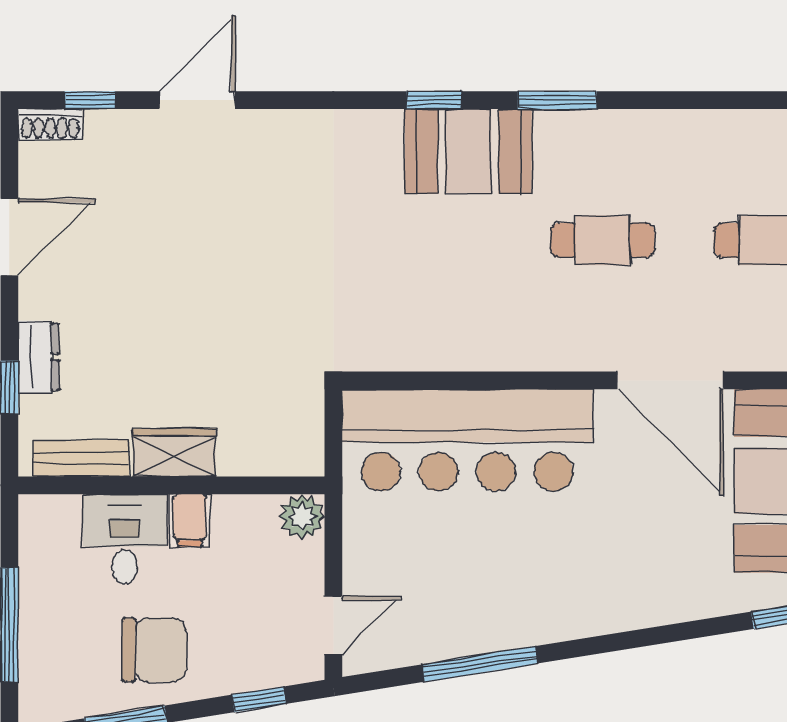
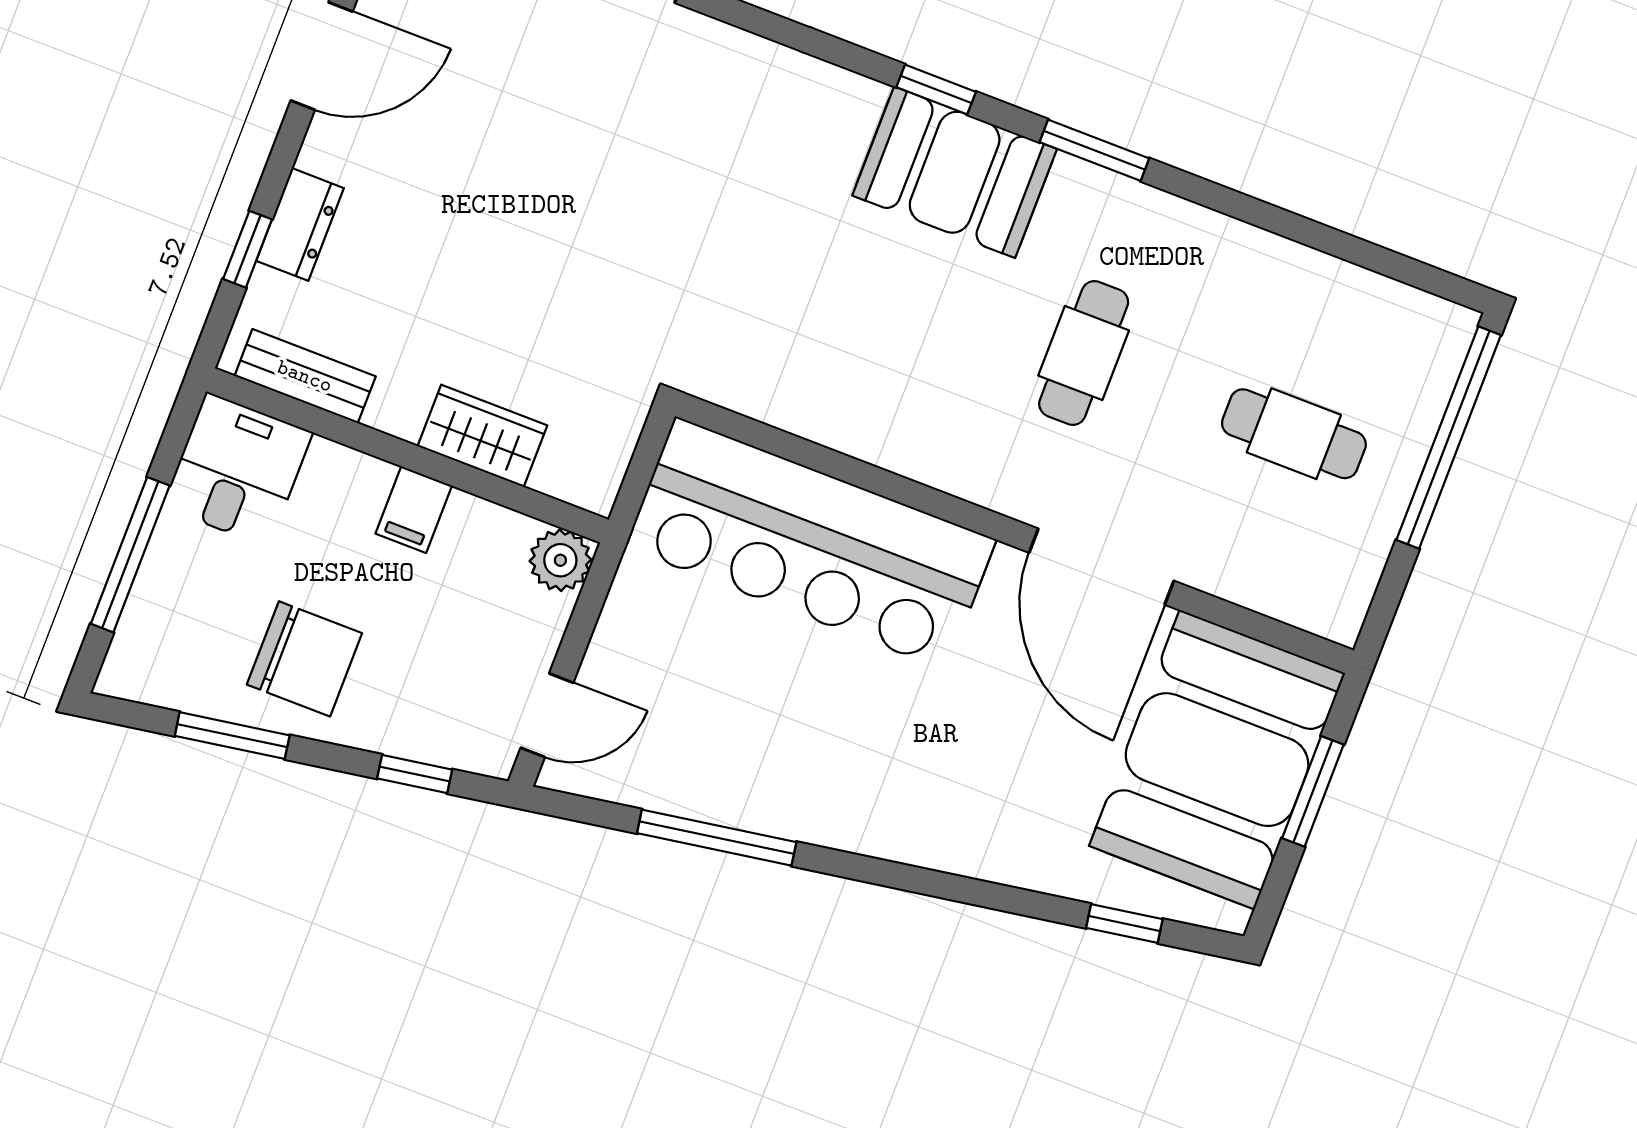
cafe table: (603, 240) -> (1084, 353), turned 90
wardrobe: (174, 453) -> (482, 436), moved
desk: (125, 539) -> (238, 470), moved

